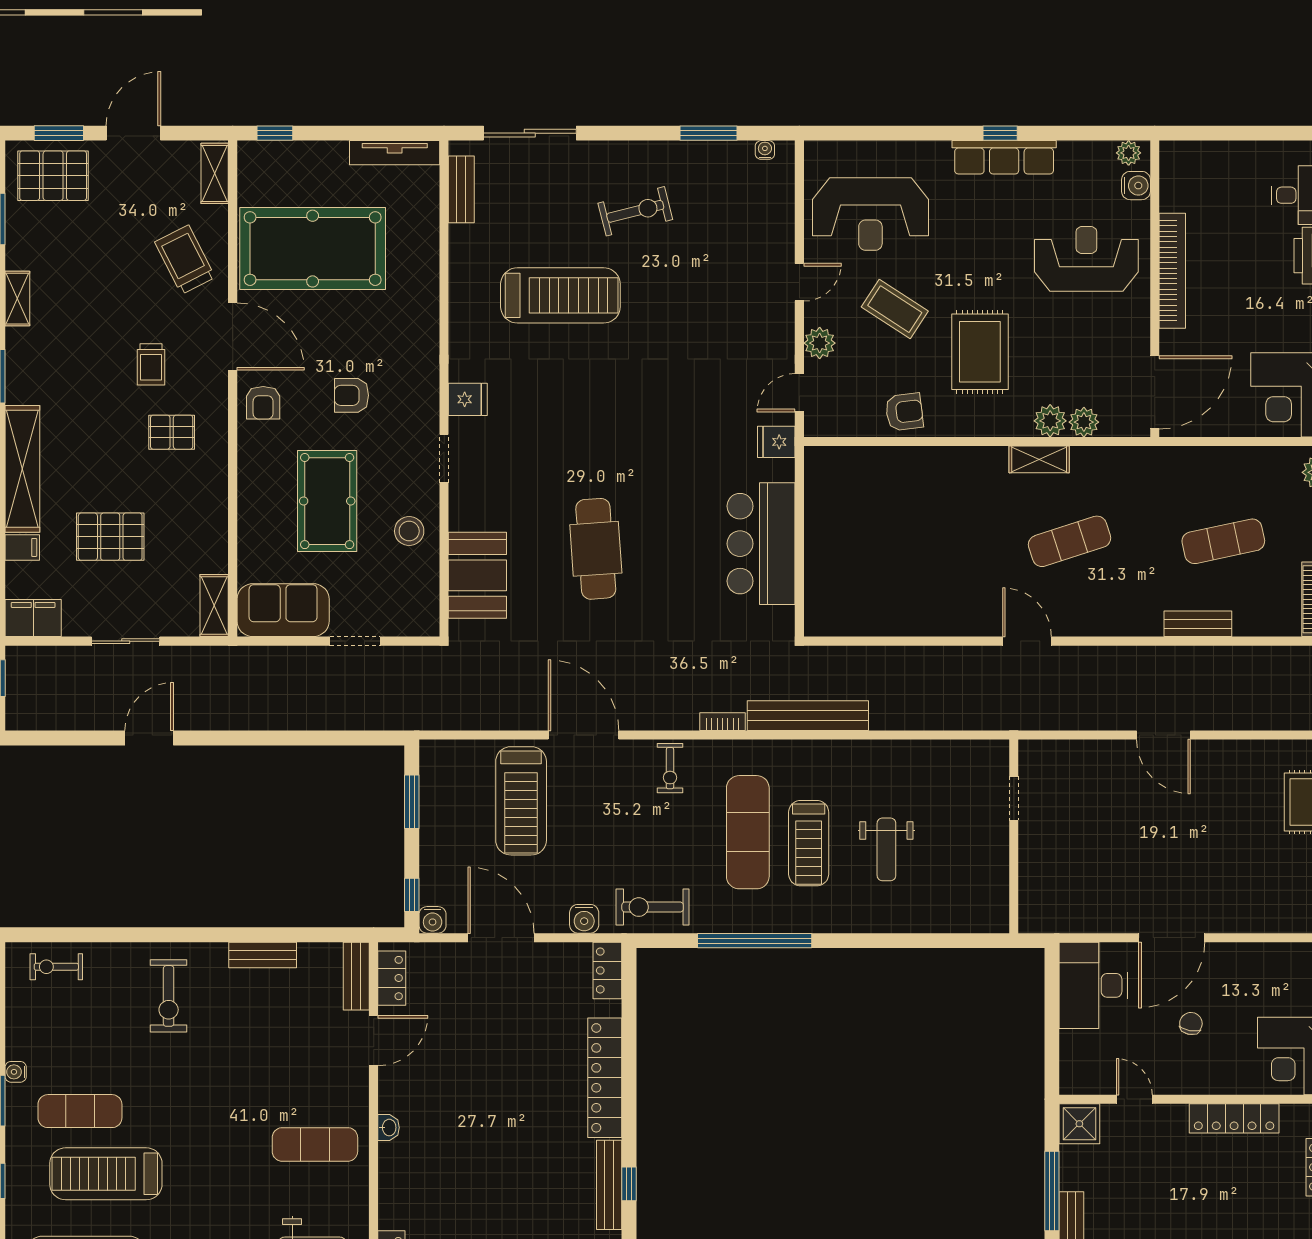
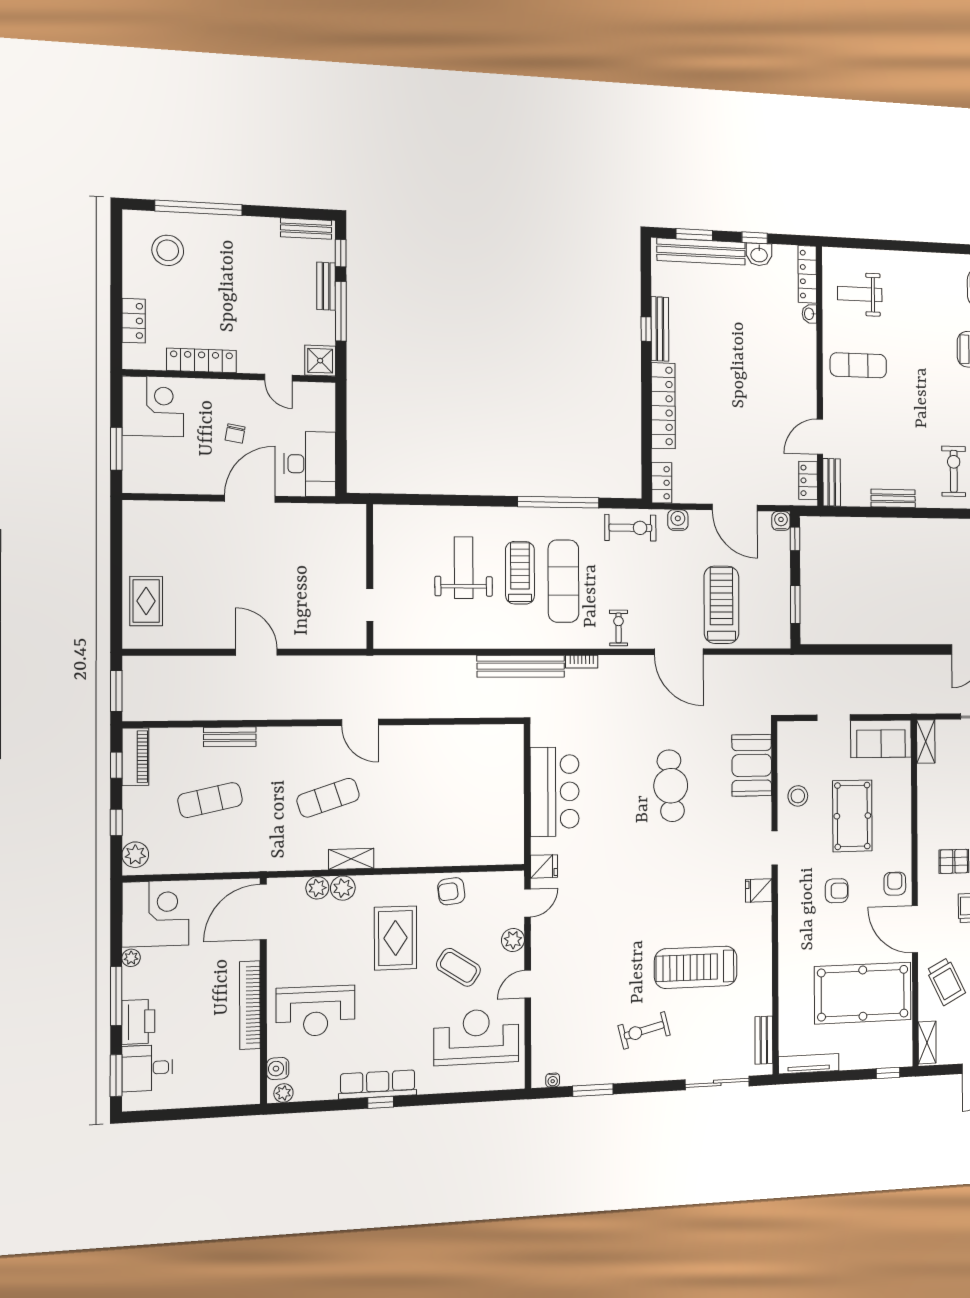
weight bench: (886, 849) -> (464, 568), width x1.36, depth x1.33
washbasin: (389, 1128) -> (809, 314), moved

